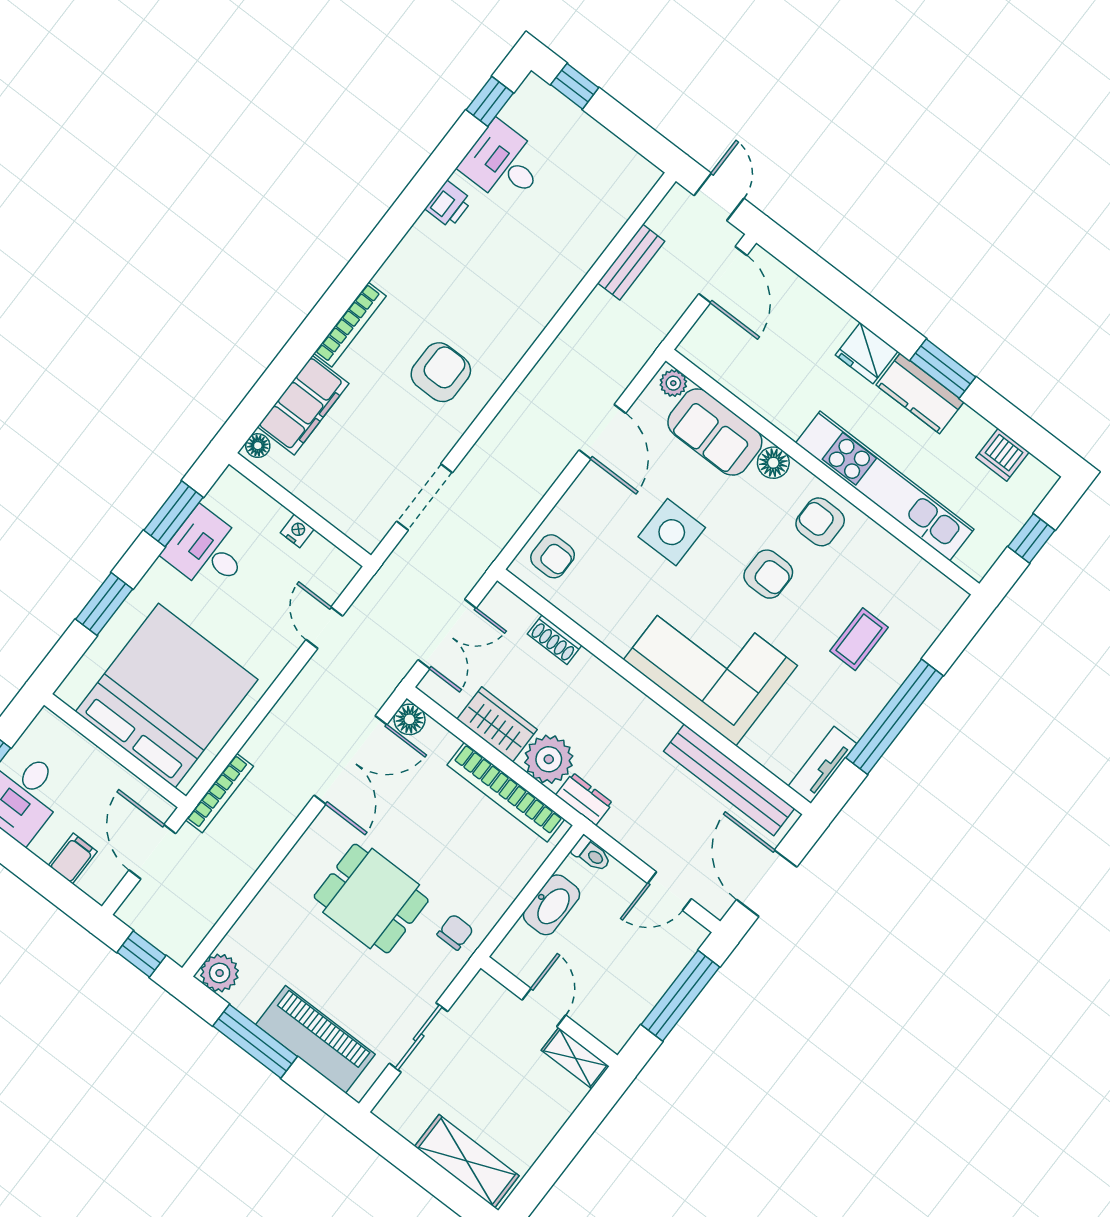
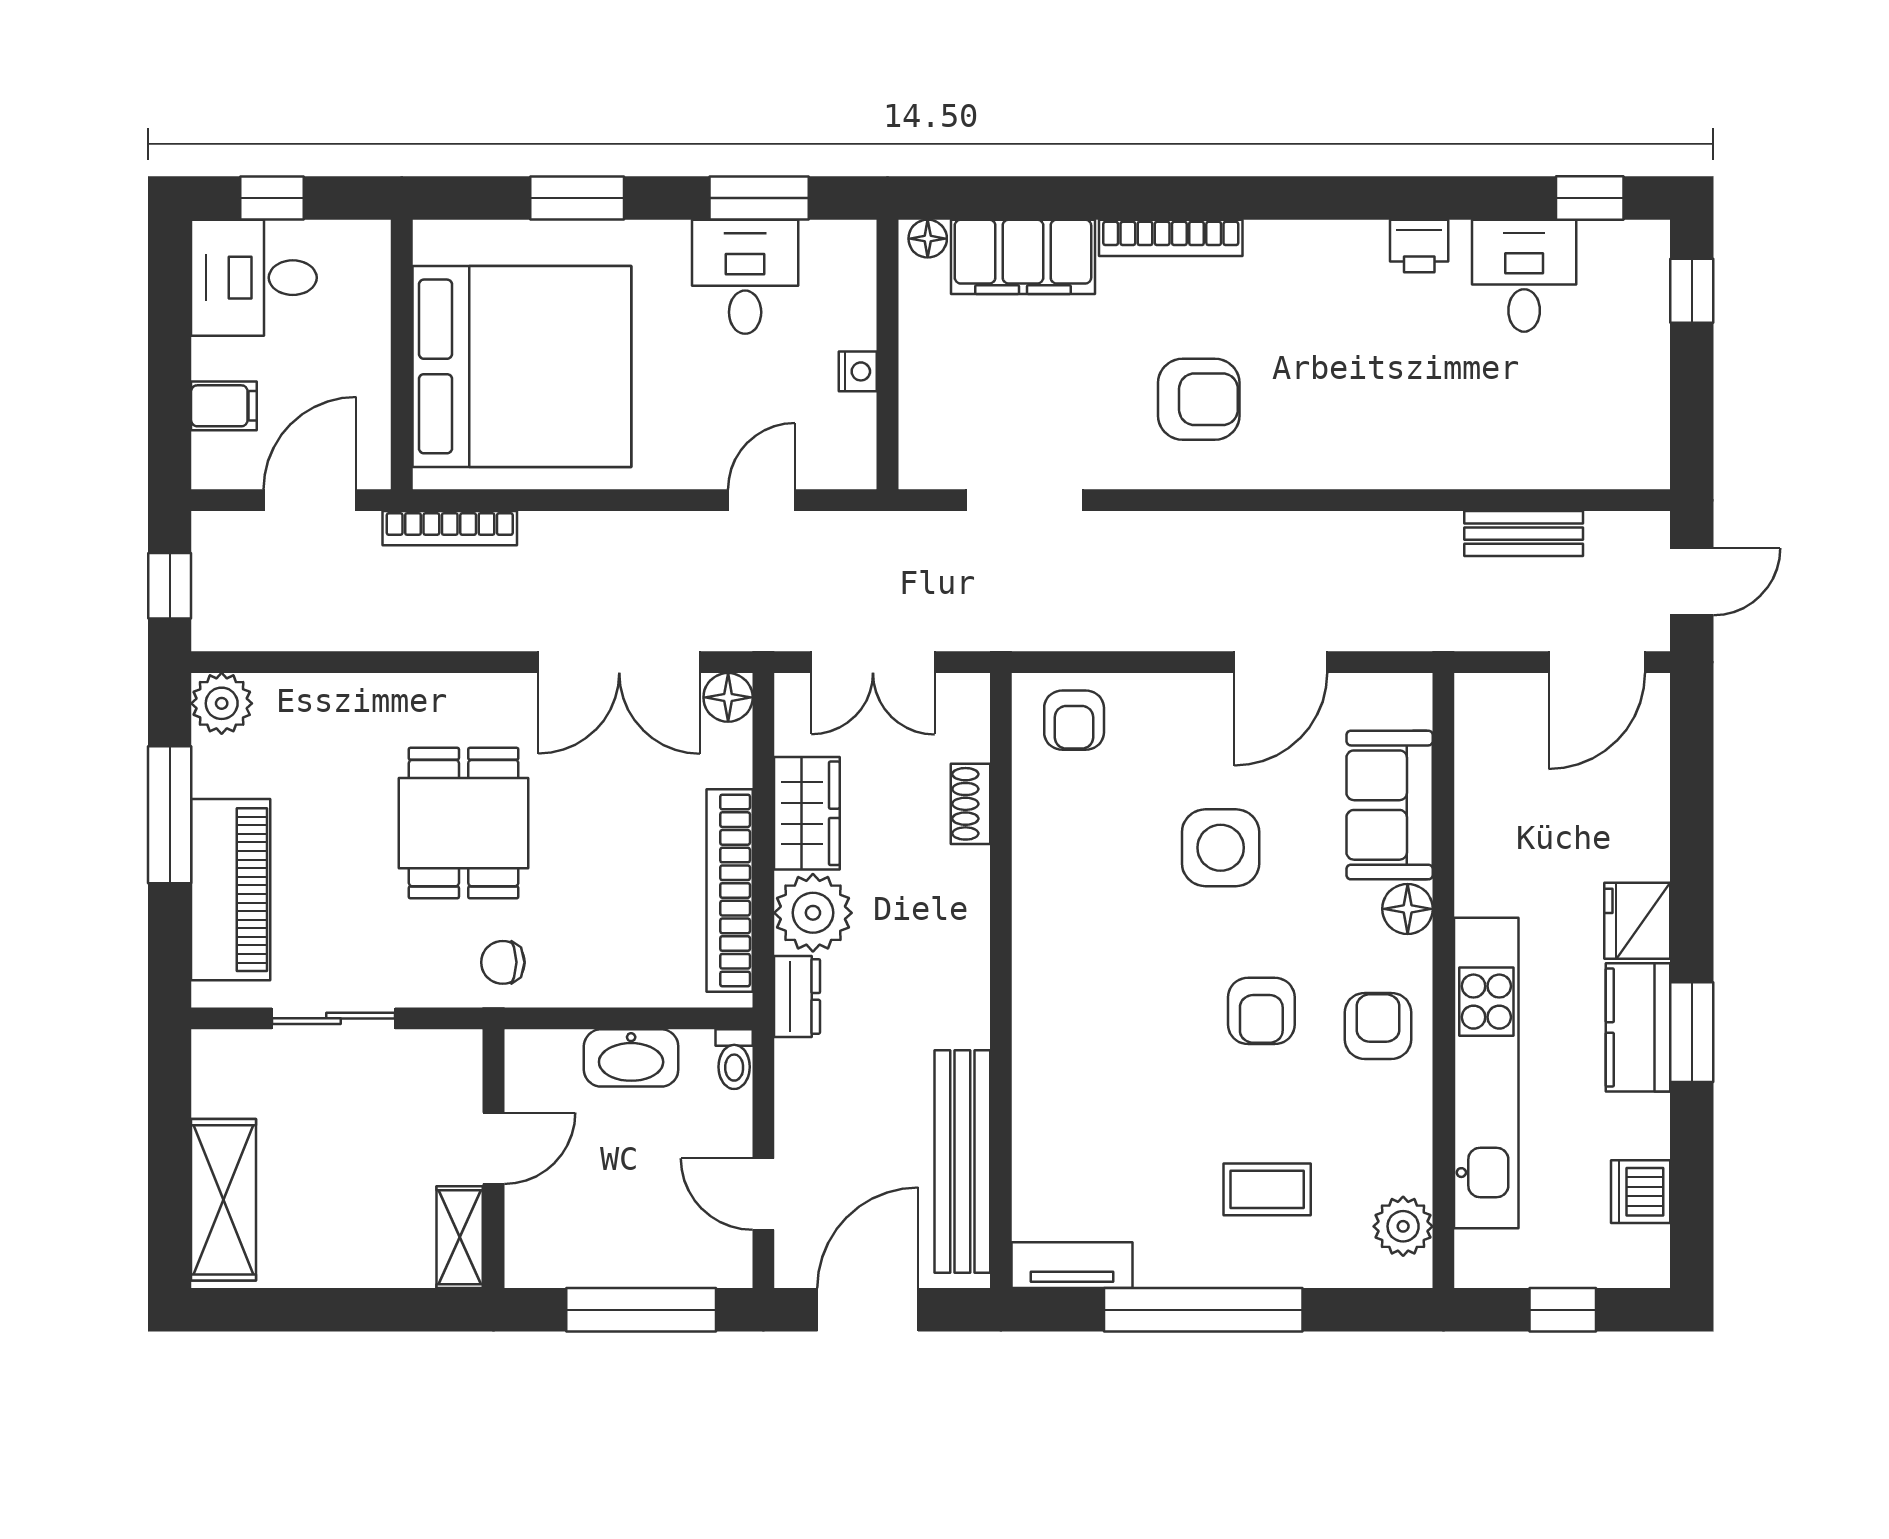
plant: (673, 383) -> (1403, 1226), moved, width x1.38, depth x1.38
corner sofa: (710, 663) -> (1093, 1024), removed
chair: (455, 932) -> (503, 962), turned 180

